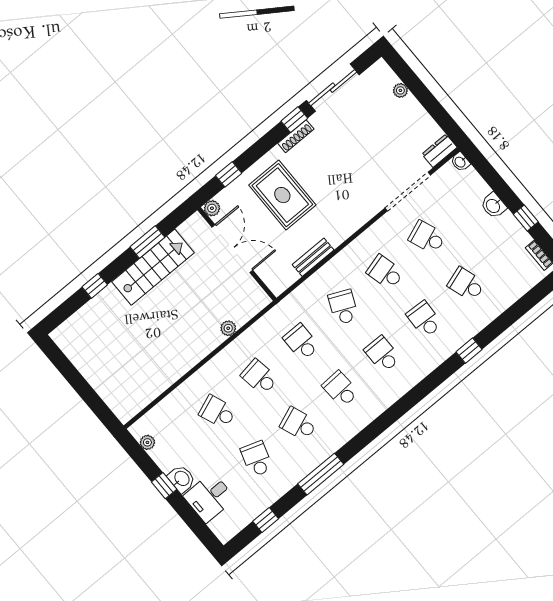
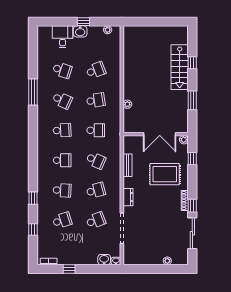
dresser: (439, 151) -> (128, 197), moved
washbasin: (493, 206) -> (104, 260), moved
stairs: (153, 267) -> (180, 67), moved
school desk: (299, 424) -> (62, 100), turned 45
window: (266, 520) -> (33, 229), moved

